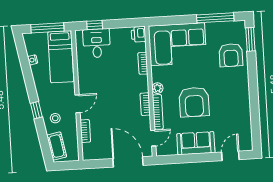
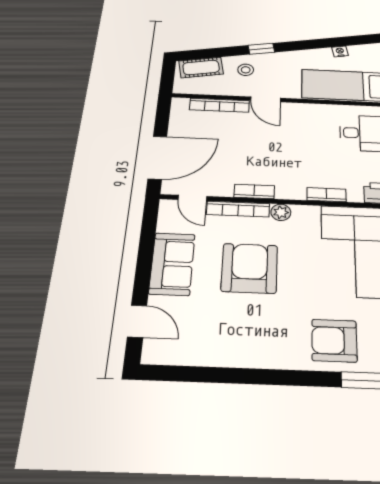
armchair: (194, 102) -> (249, 268), turned 90
bookcase: (85, 131) -> (219, 105), width x1.56

